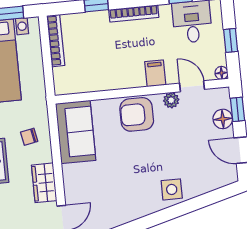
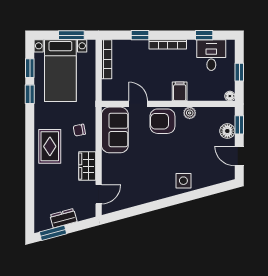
door: (192, 86) -> (138, 104), moved

